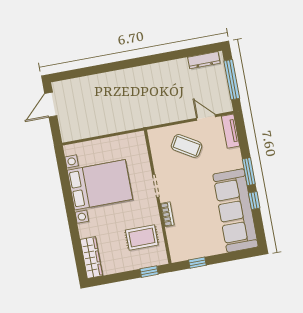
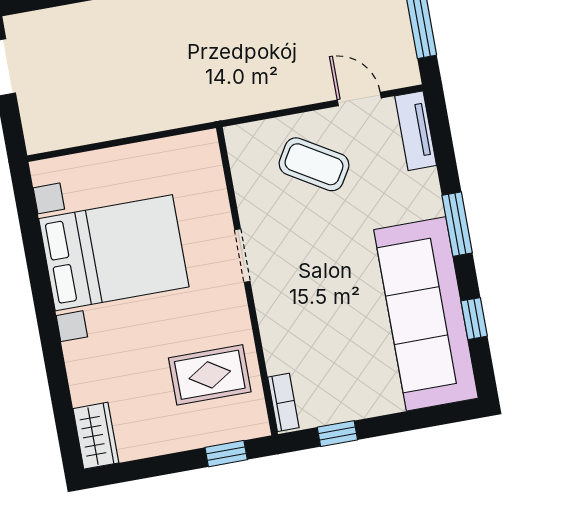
window: (254, 201) -> (474, 319), moved
bookcase: (167, 214) -> (283, 402), moved
wardrobe: (91, 258) -> (96, 436), width x0.67

